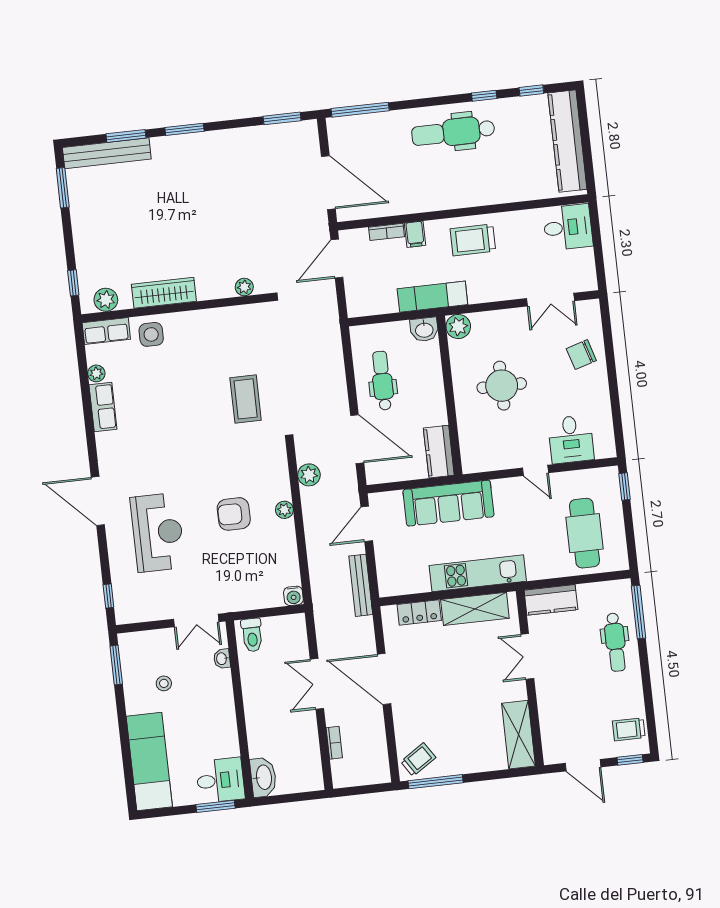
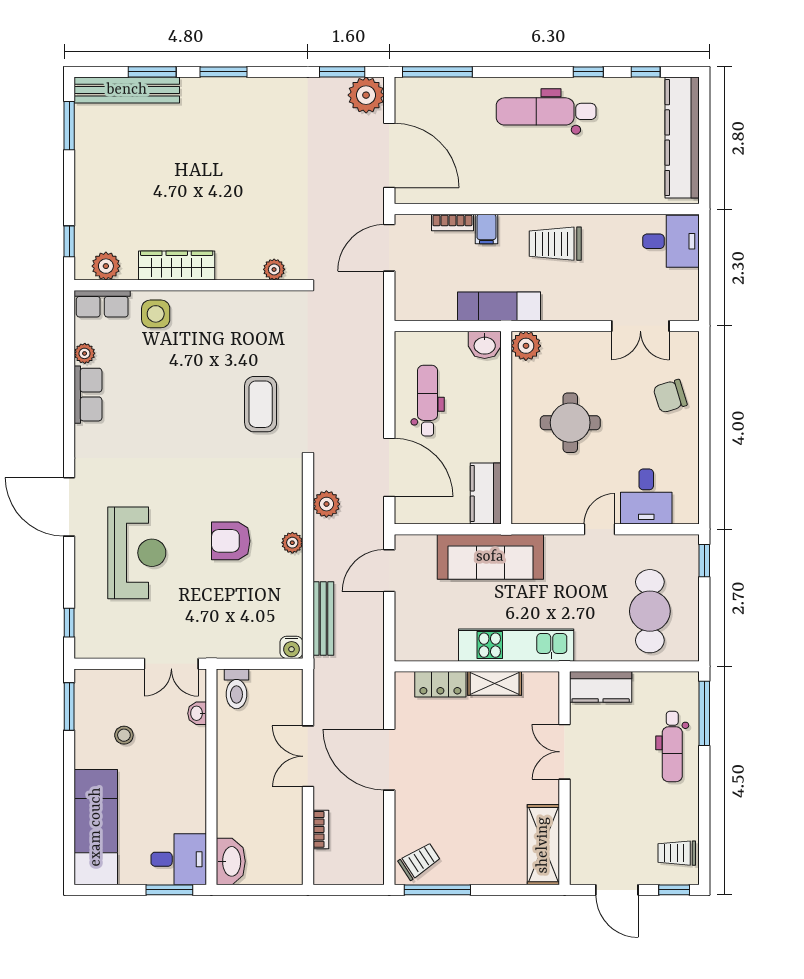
plant: (304, 135) -> (366, 95), added
door: (535, 470) -> (599, 529), swing flipped
bench: (361, 585) -> (323, 619), moved
shelving: (475, 609) -> (495, 683), width x0.67, depth x0.75

